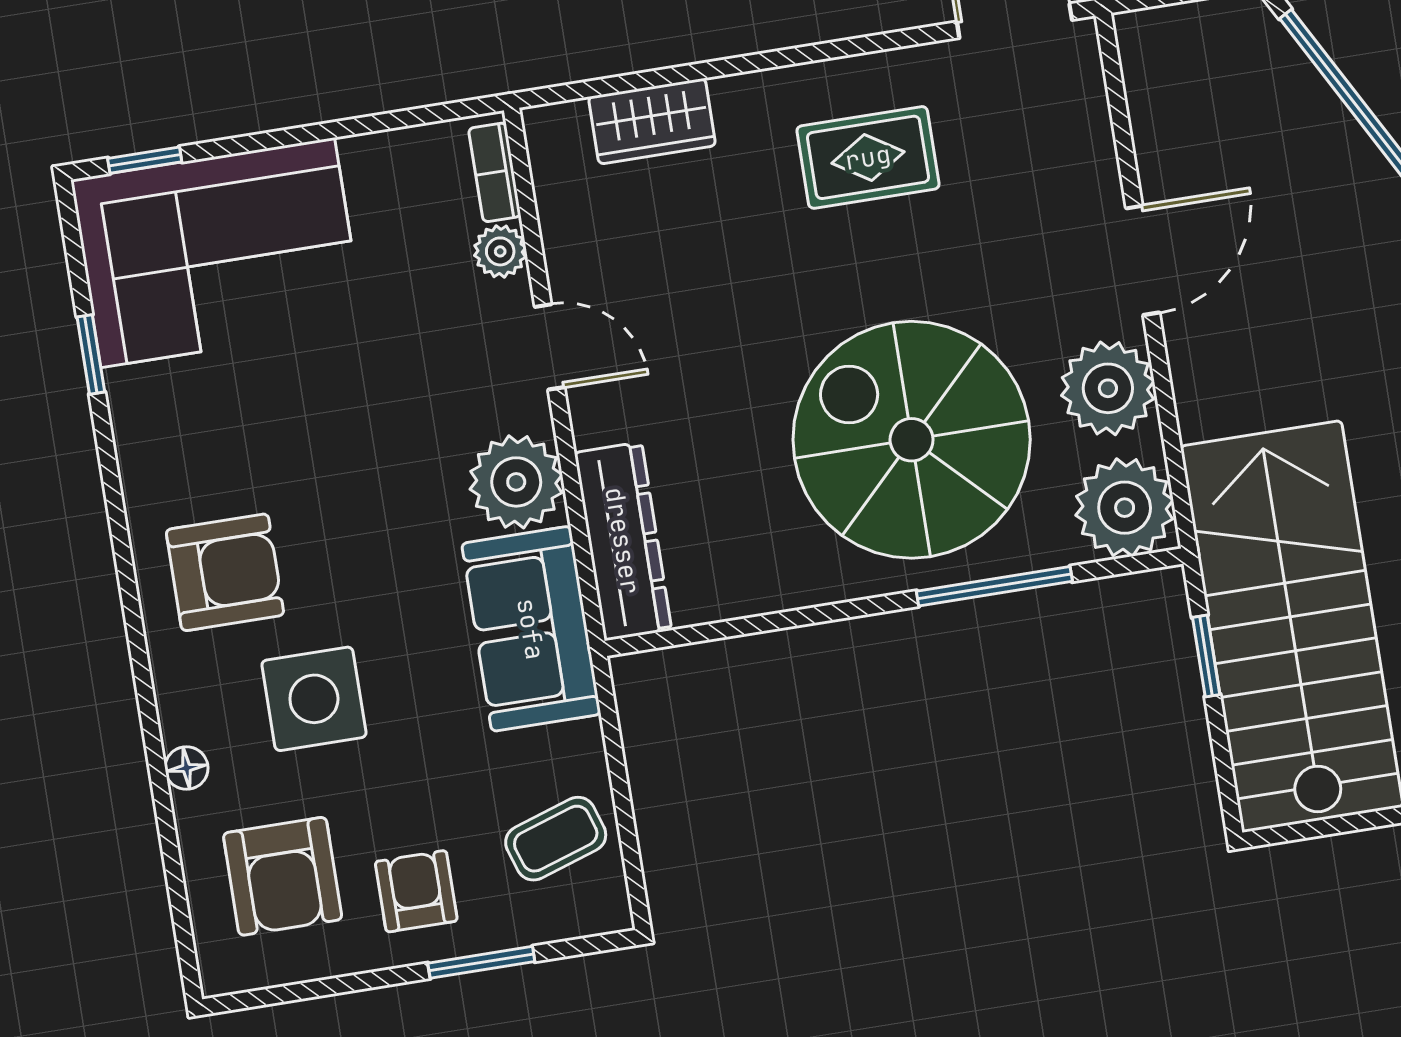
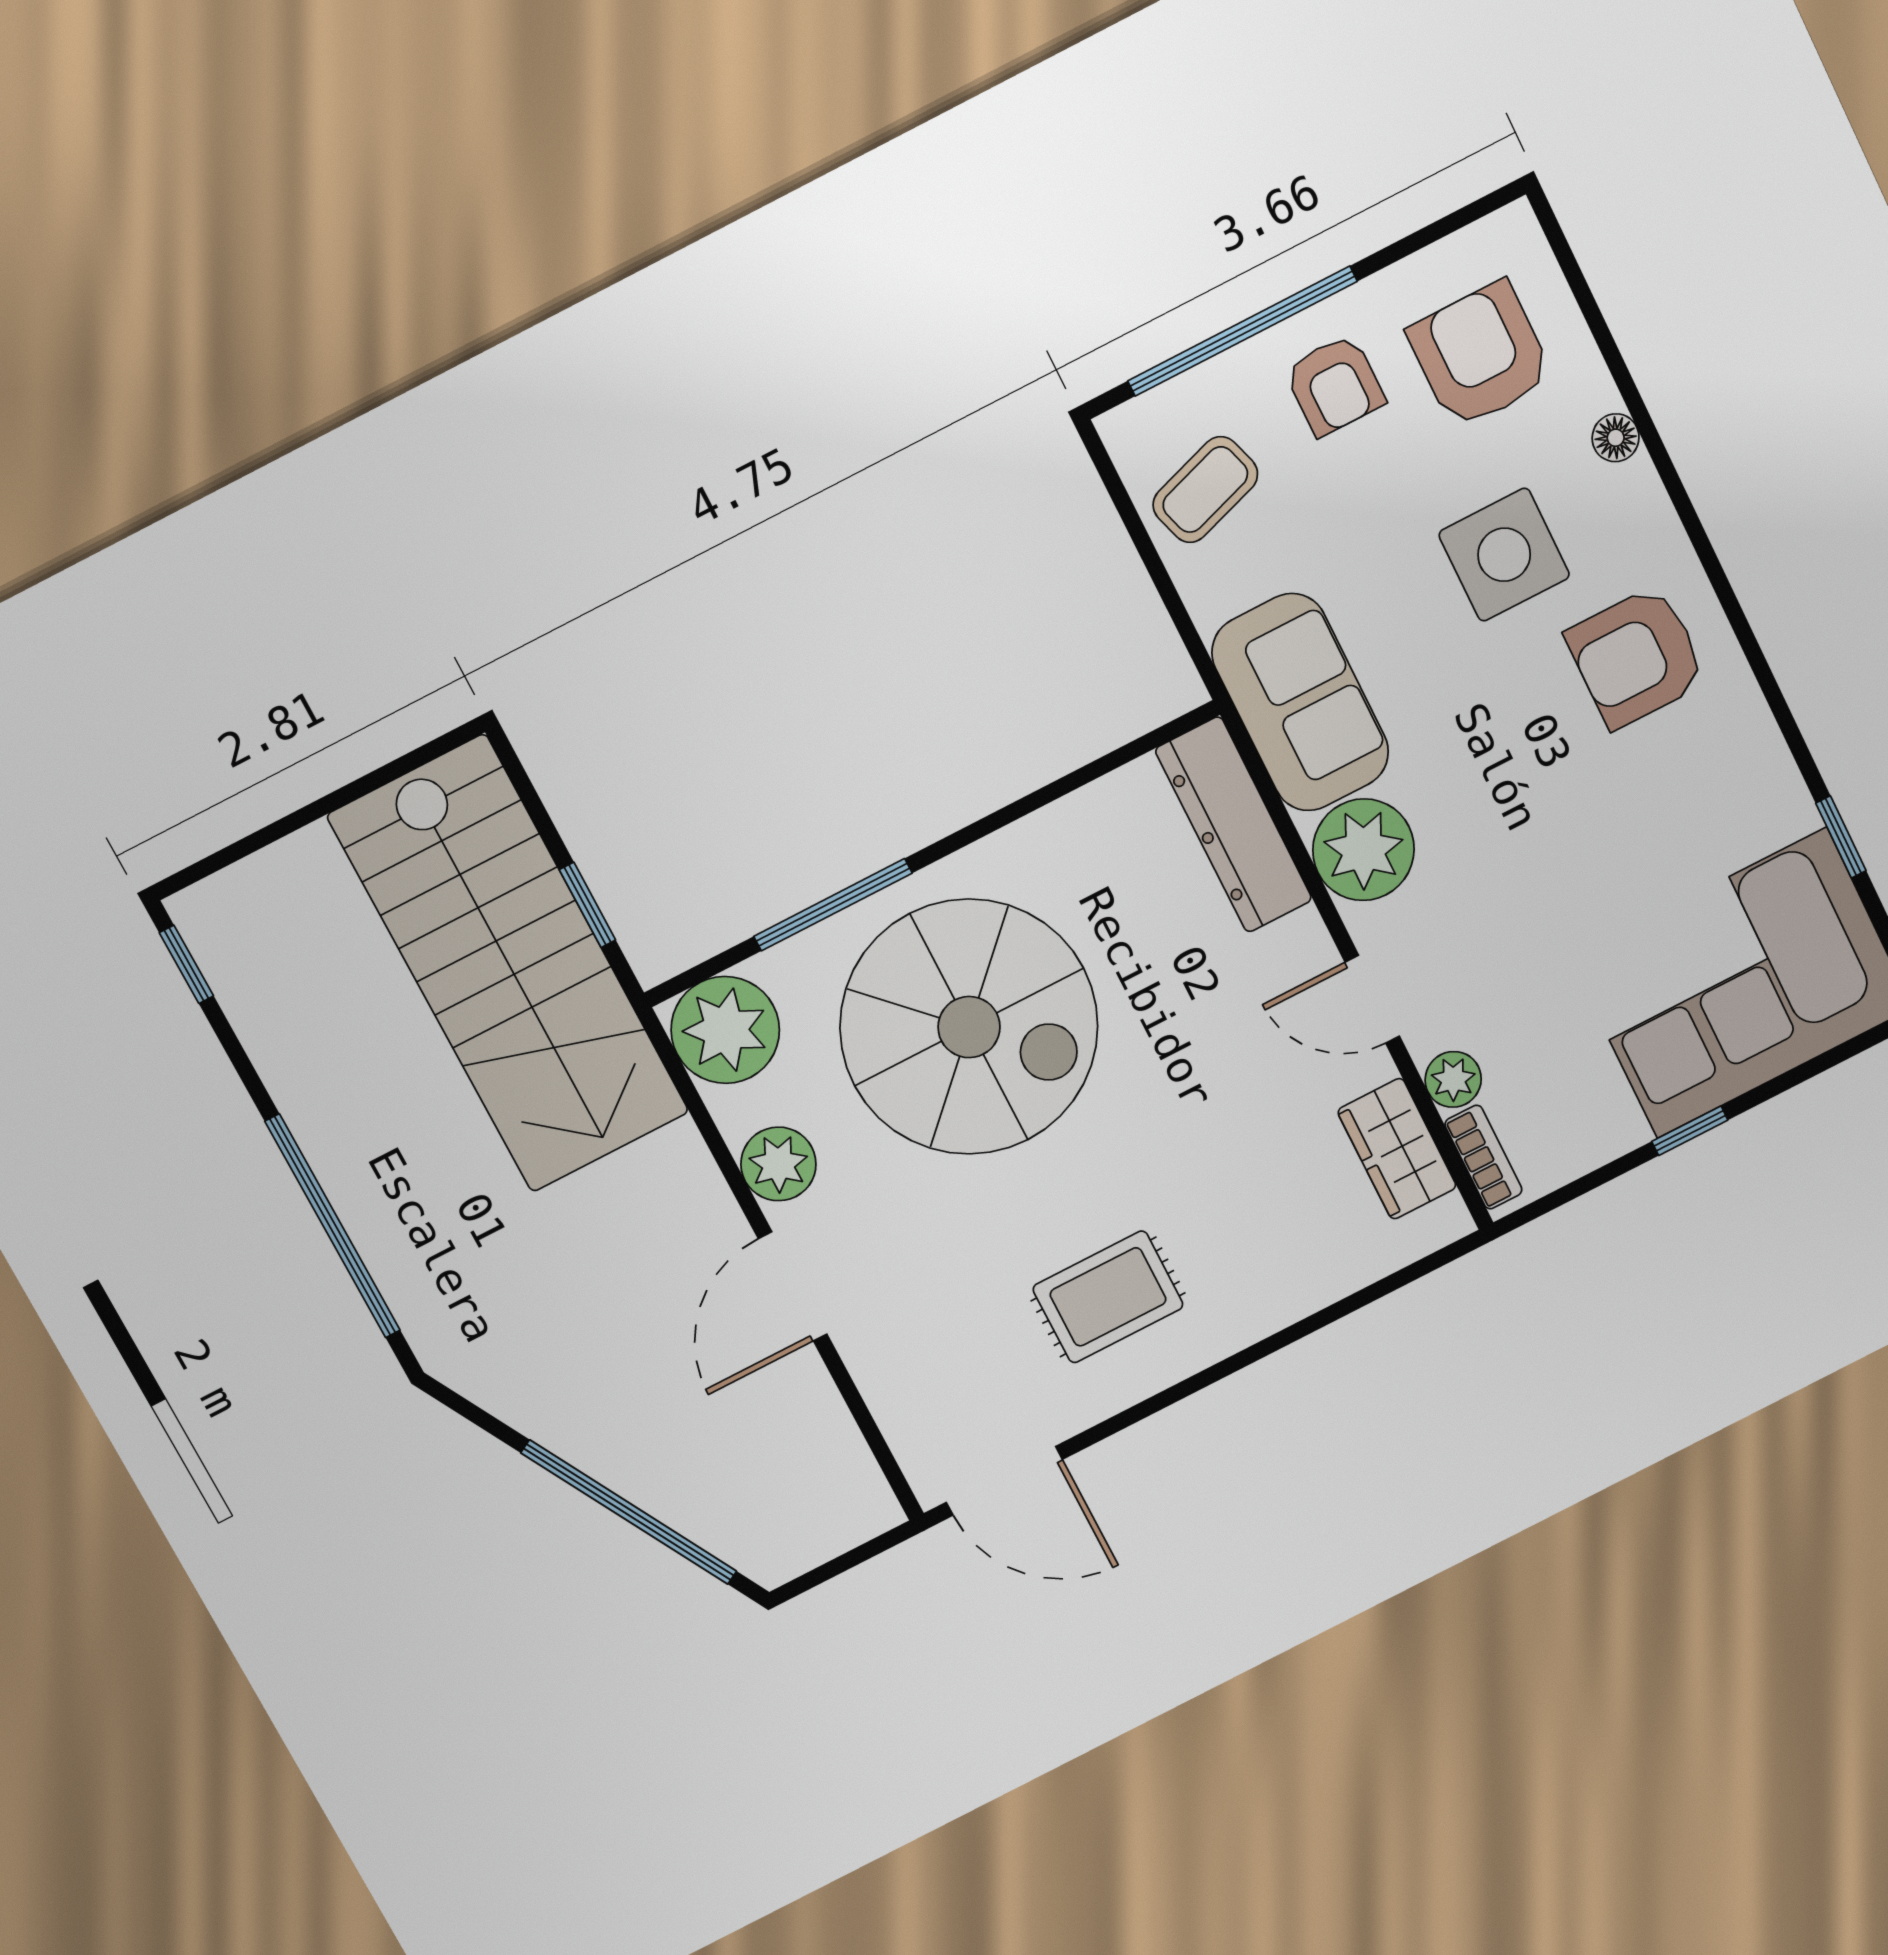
wardrobe: (652, 121) -> (1397, 1149), moved, turned -90
window: (145, 160) -> (1690, 1131), moved
plant: (1108, 388) -> (778, 1164), width x0.73, depth x0.73
window: (481, 962) -> (1242, 331), width x2.11

